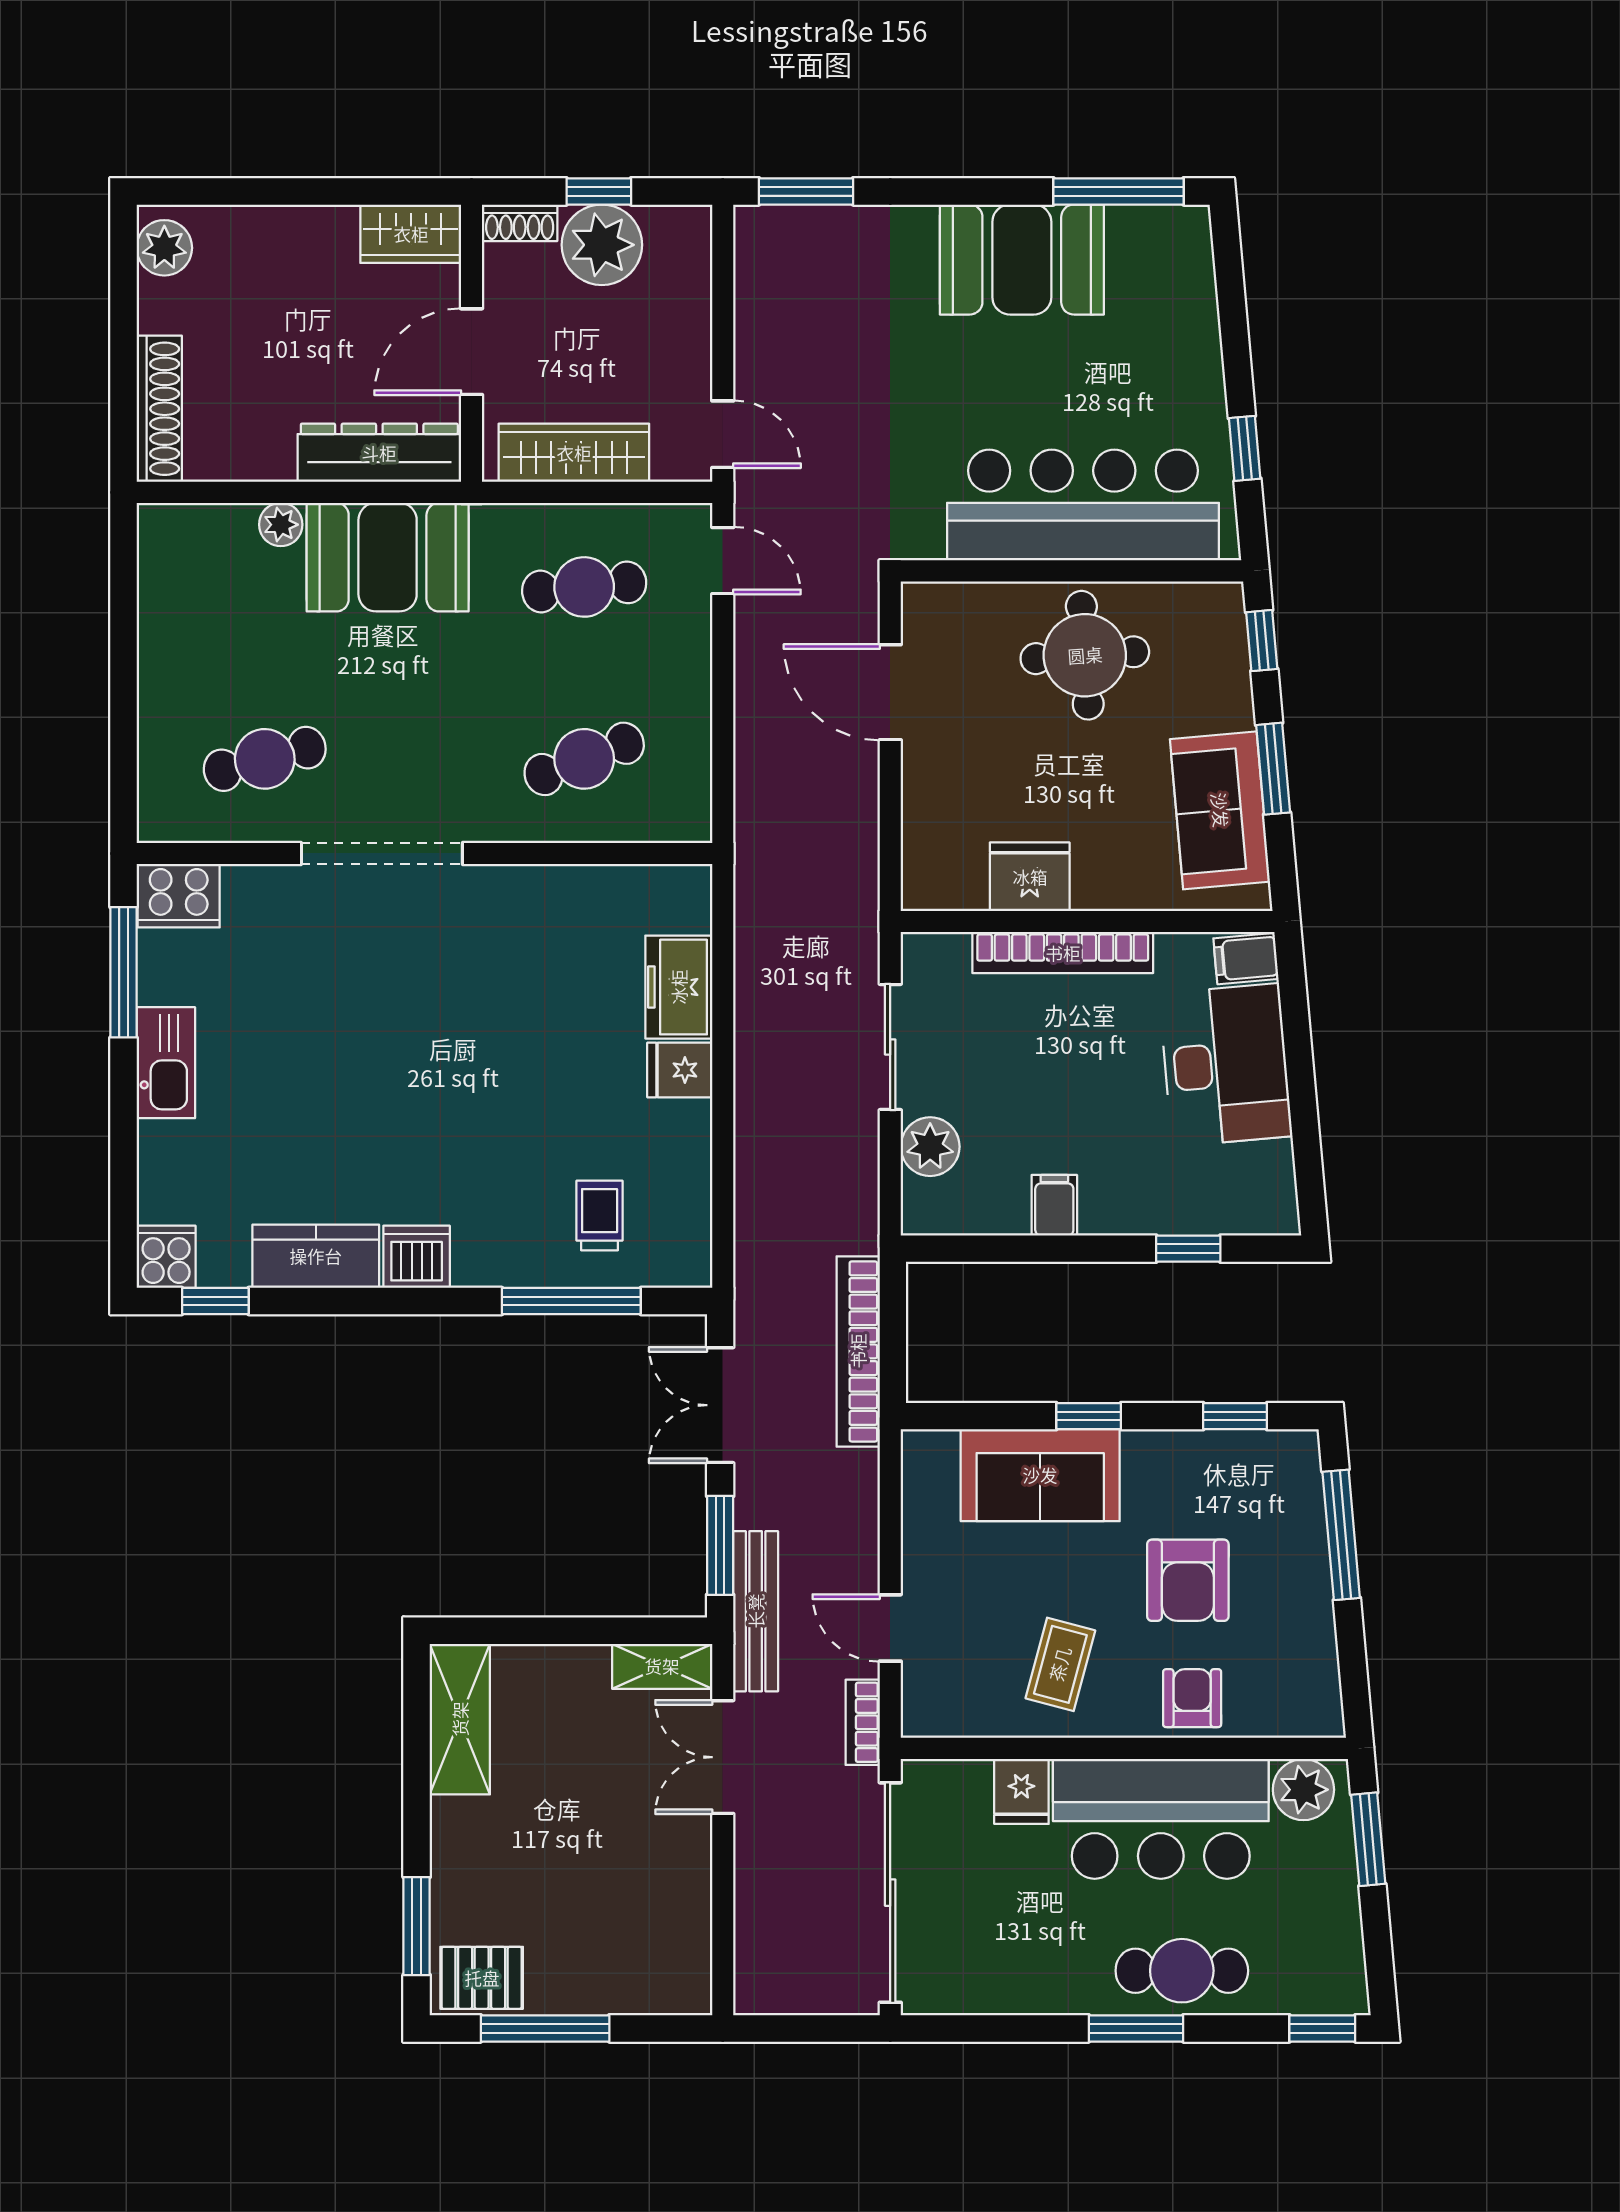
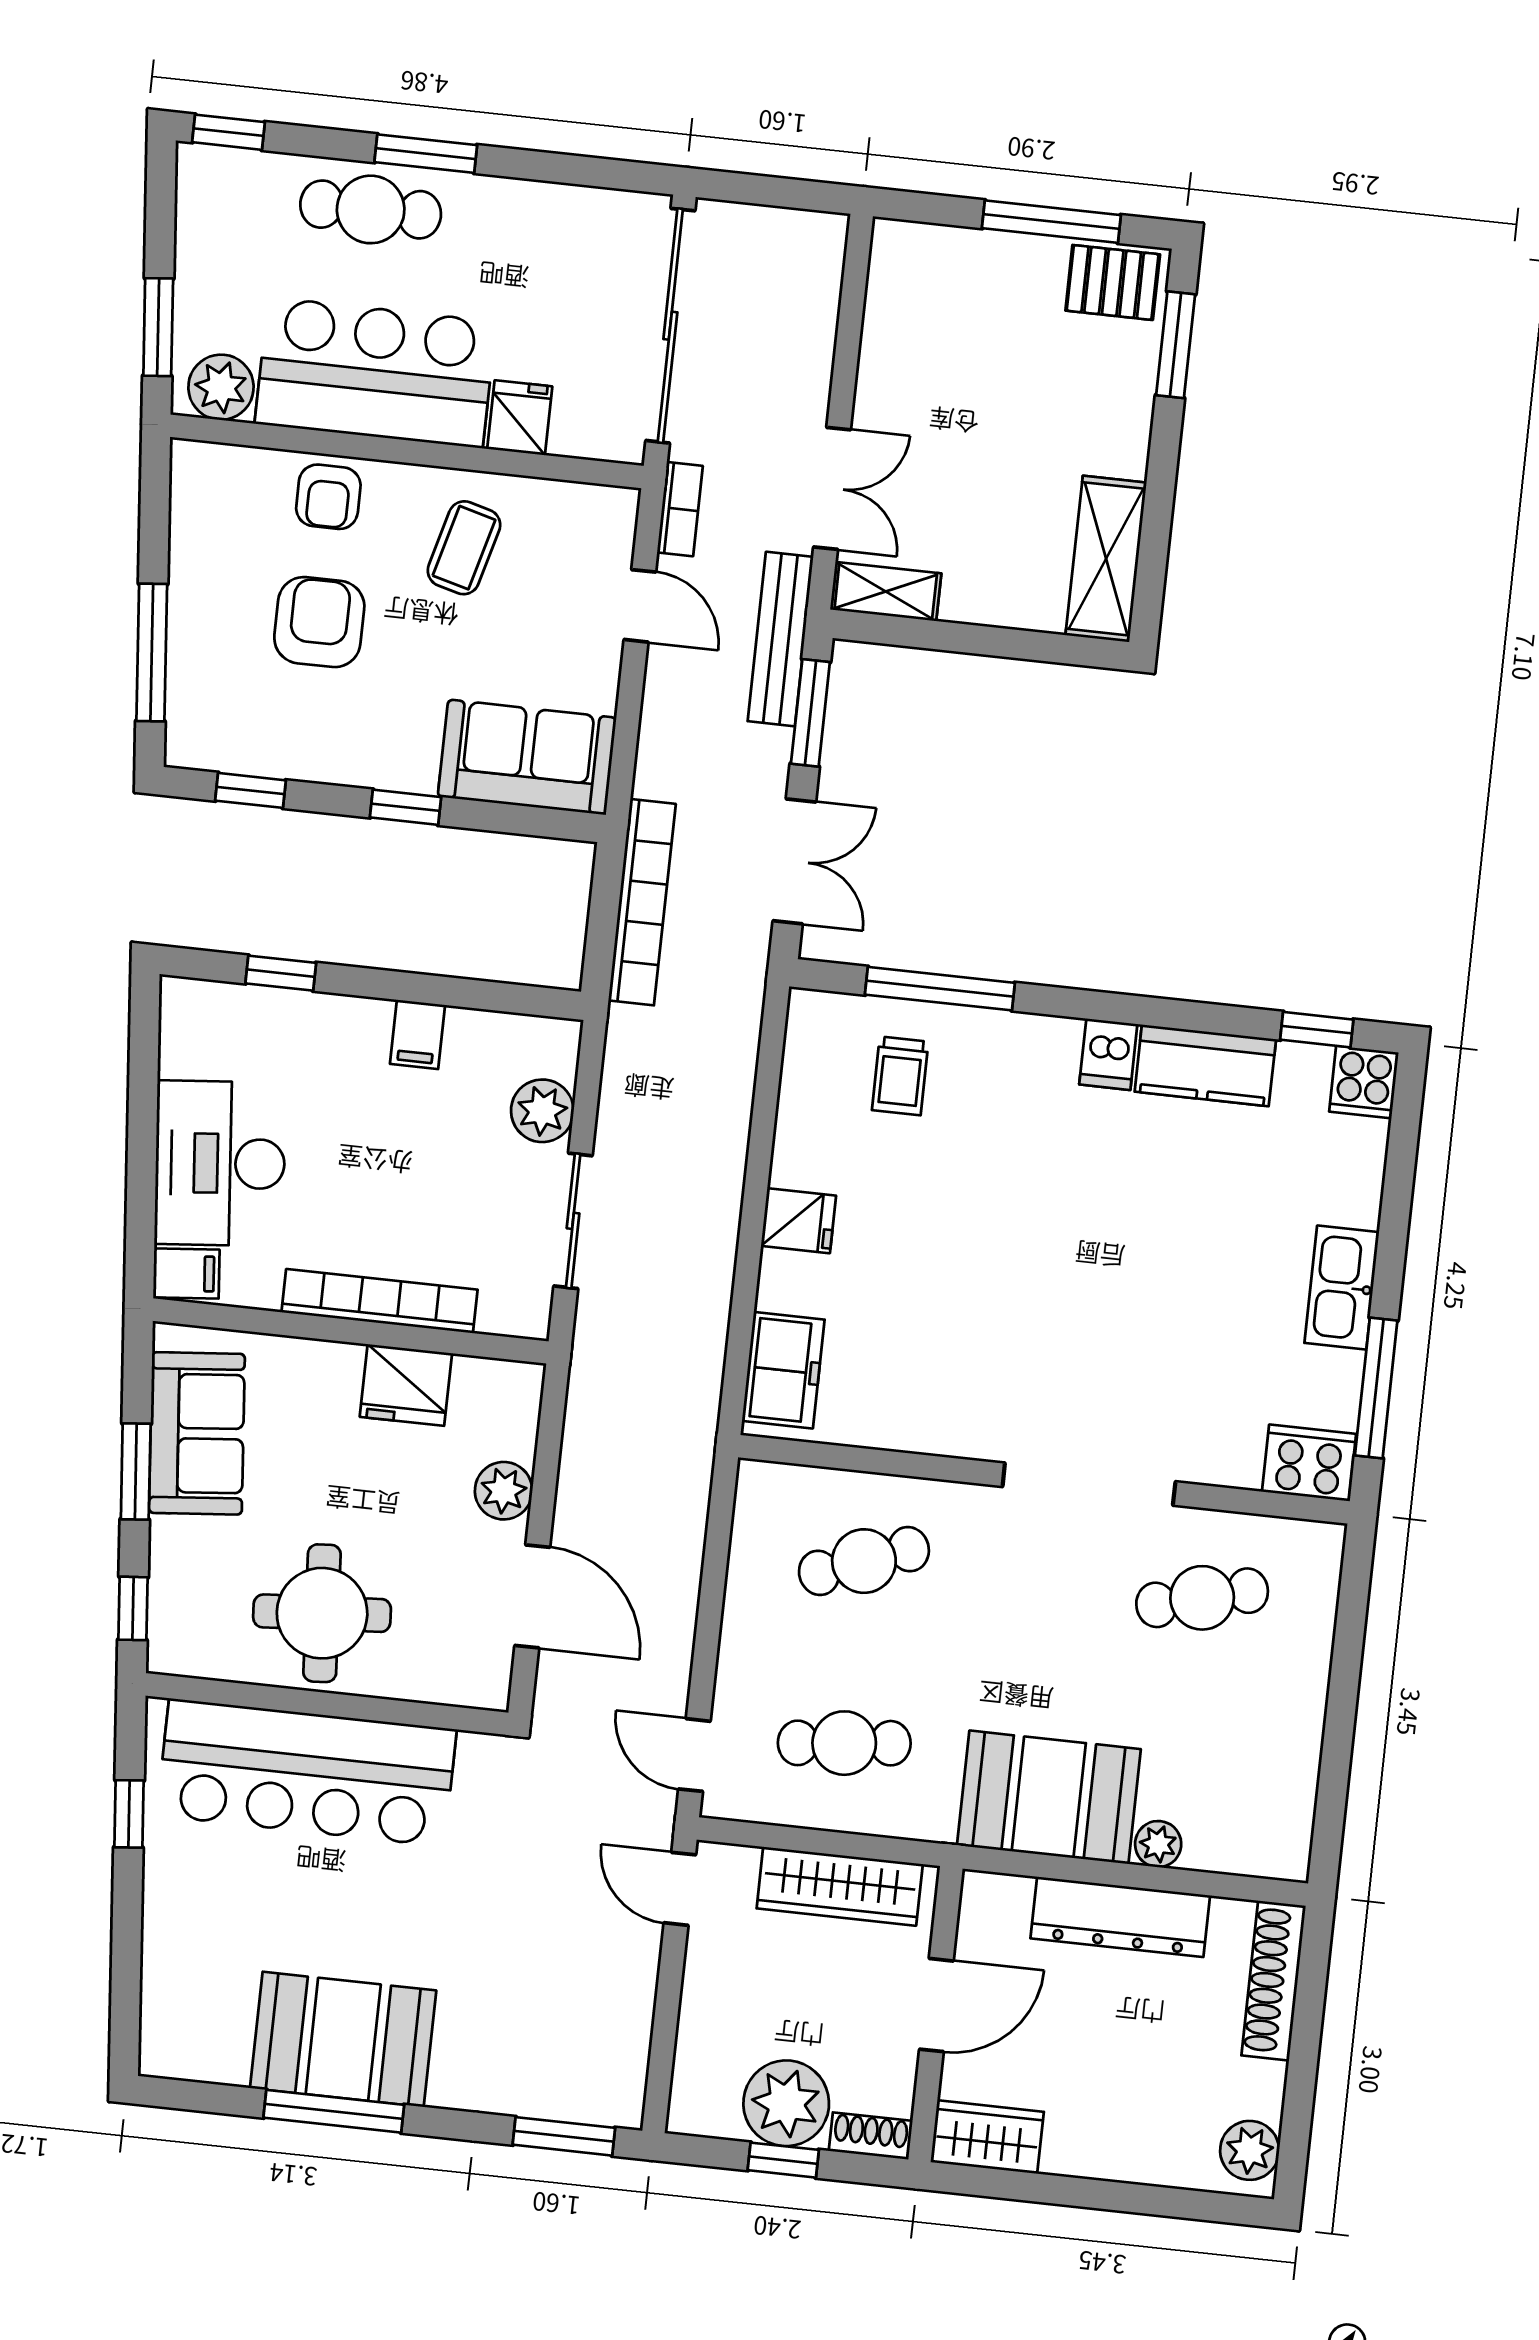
window: (1118, 191) -> (334, 2111), moved
dresser: (379, 453) -> (1120, 1917), moved
plant: (928, 788) -> (504, 1491), added
freezer: (679, 987) -> (783, 1370), moved
dishwasher: (417, 1257) -> (1108, 1054), width x0.73
sofa: (1040, 1475) -> (527, 757), moved

